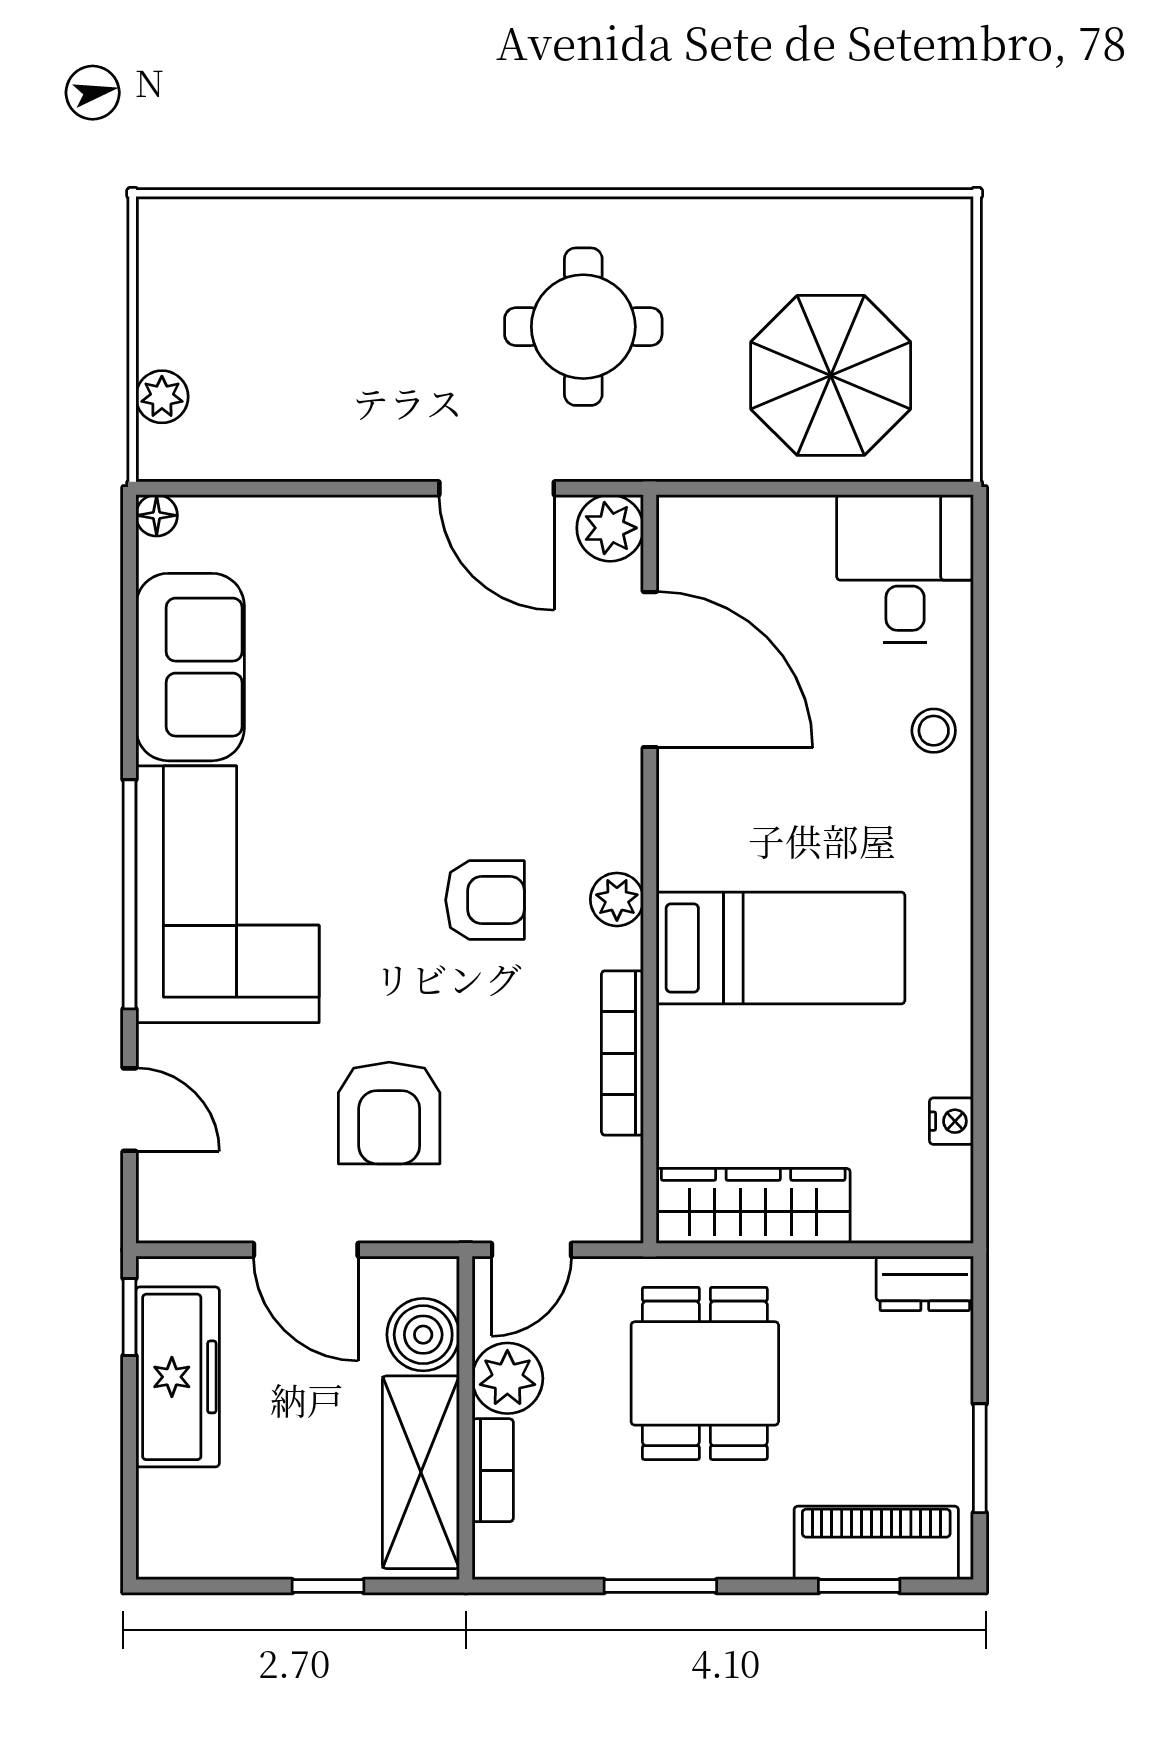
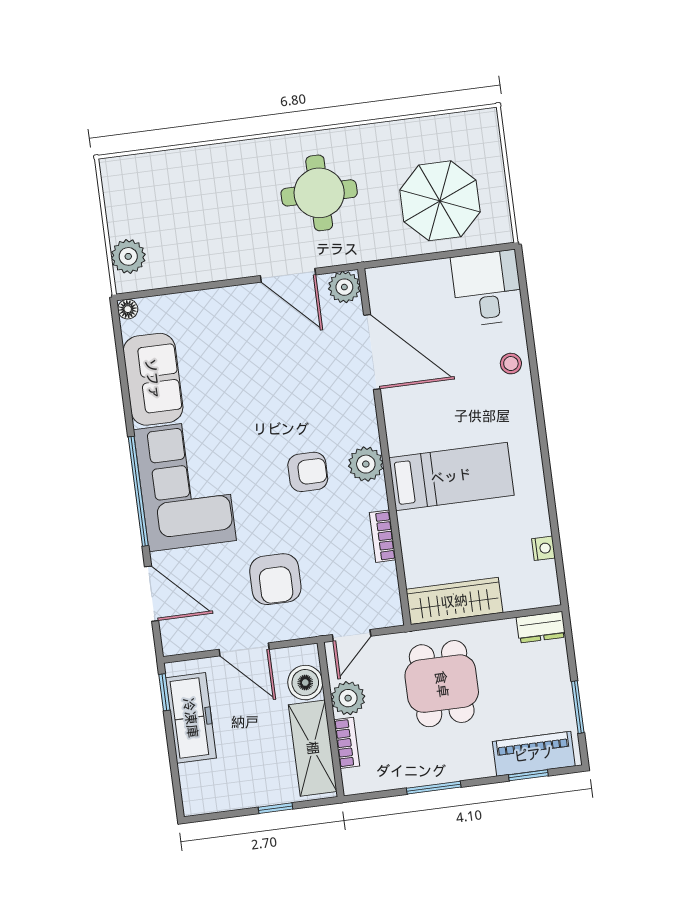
plant: (162, 397) -> (128, 256), width x1.38, depth x1.38
plant: (617, 899) -> (366, 464), width x1.38, depth x1.38
bookcase: (622, 1053) -> (383, 536), width x0.64
door: (129, 1110) -> (152, 594), width x1.37

